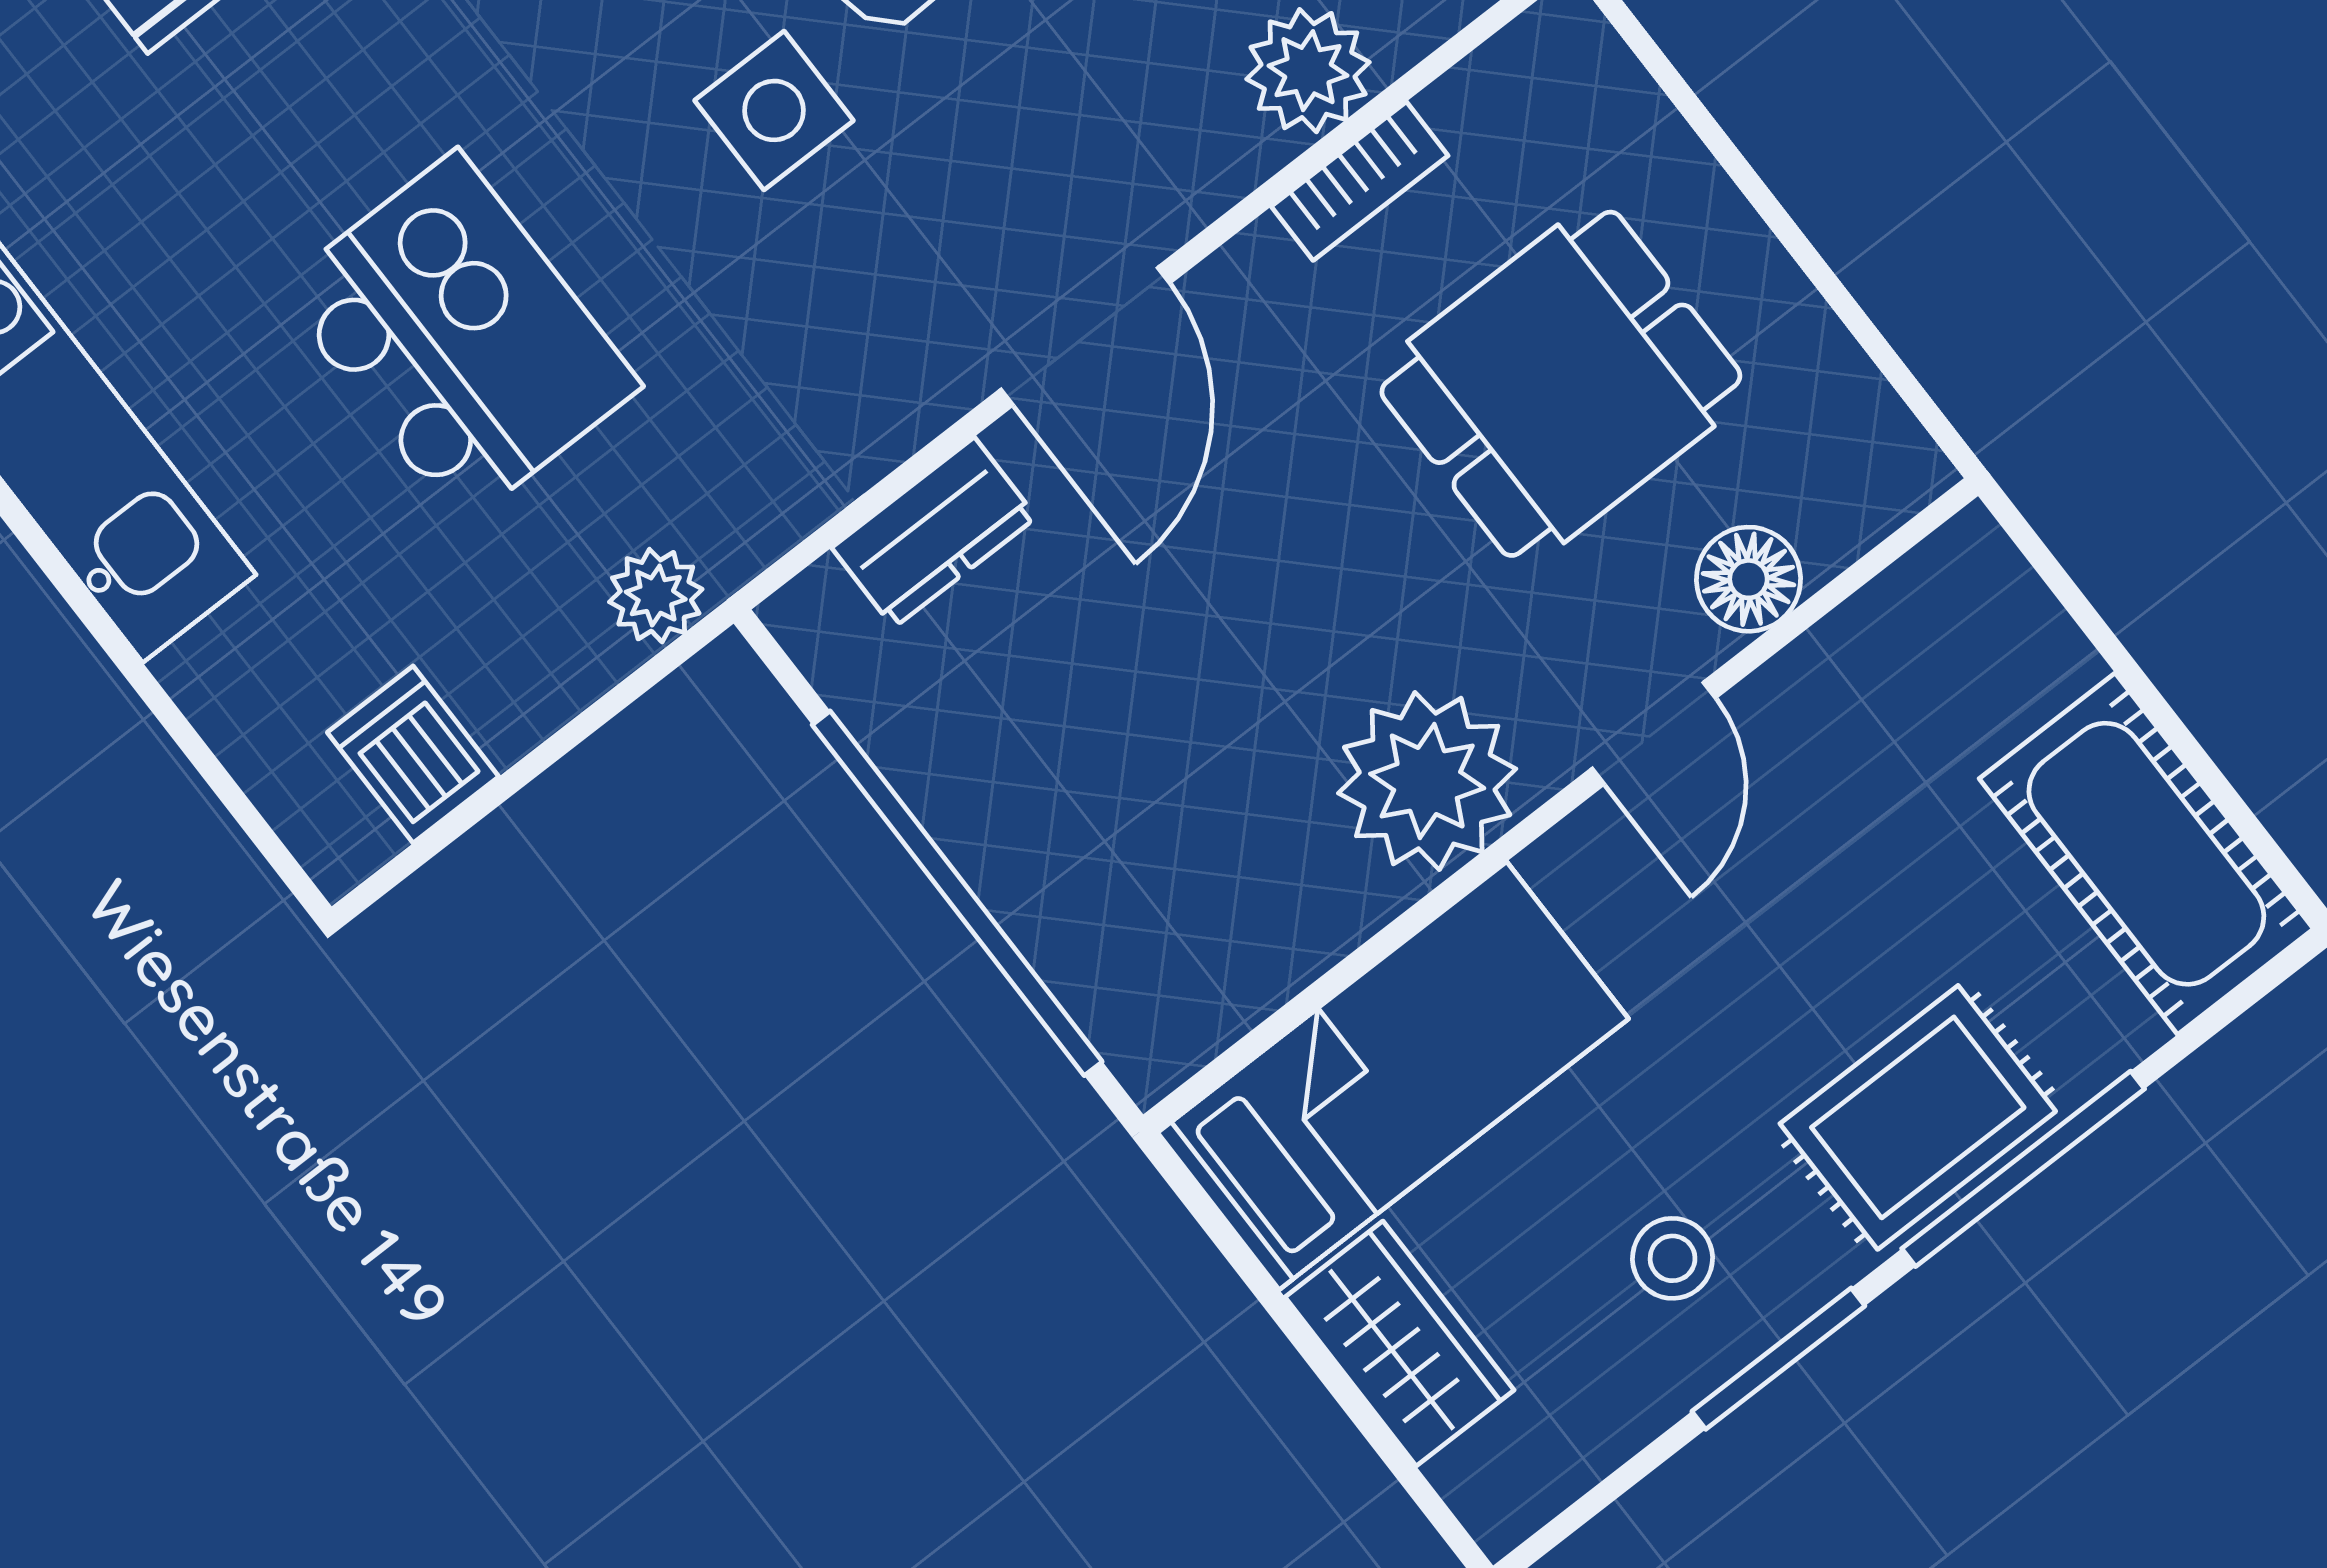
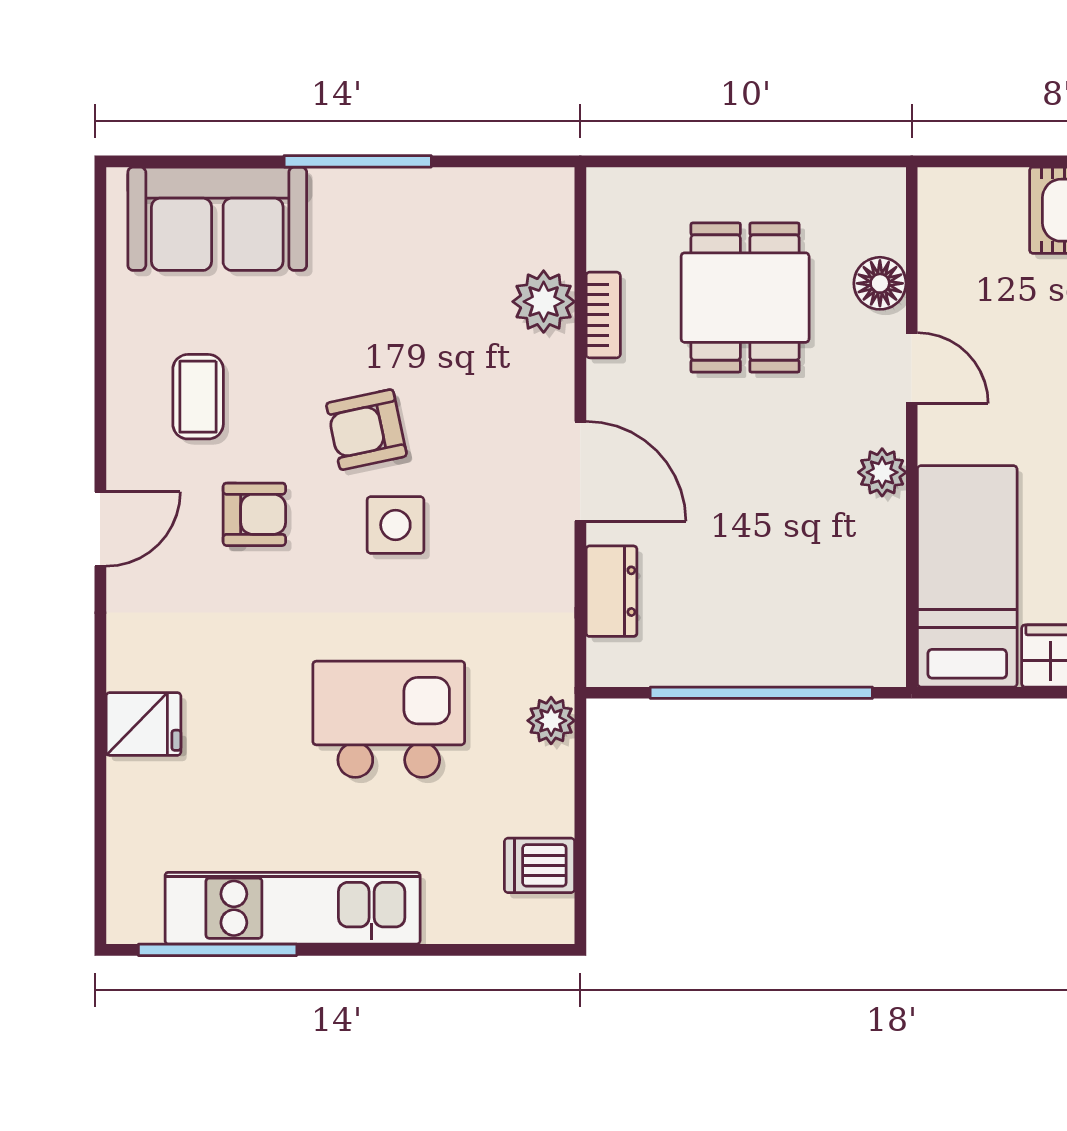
plant: (1427, 781) -> (882, 472), width x0.53, depth x0.53

